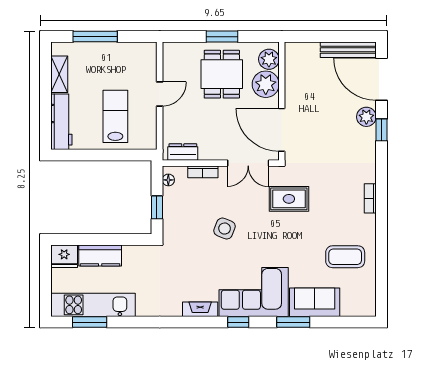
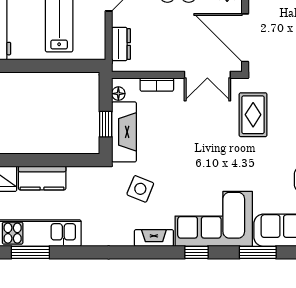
dresser: (183, 152) -> (121, 44), moved, turned 90
rug: (289, 199) -> (253, 115), turned 90
fireplace: (173, 214) -> (124, 132), added
side table: (225, 229) -> (140, 189), moved

